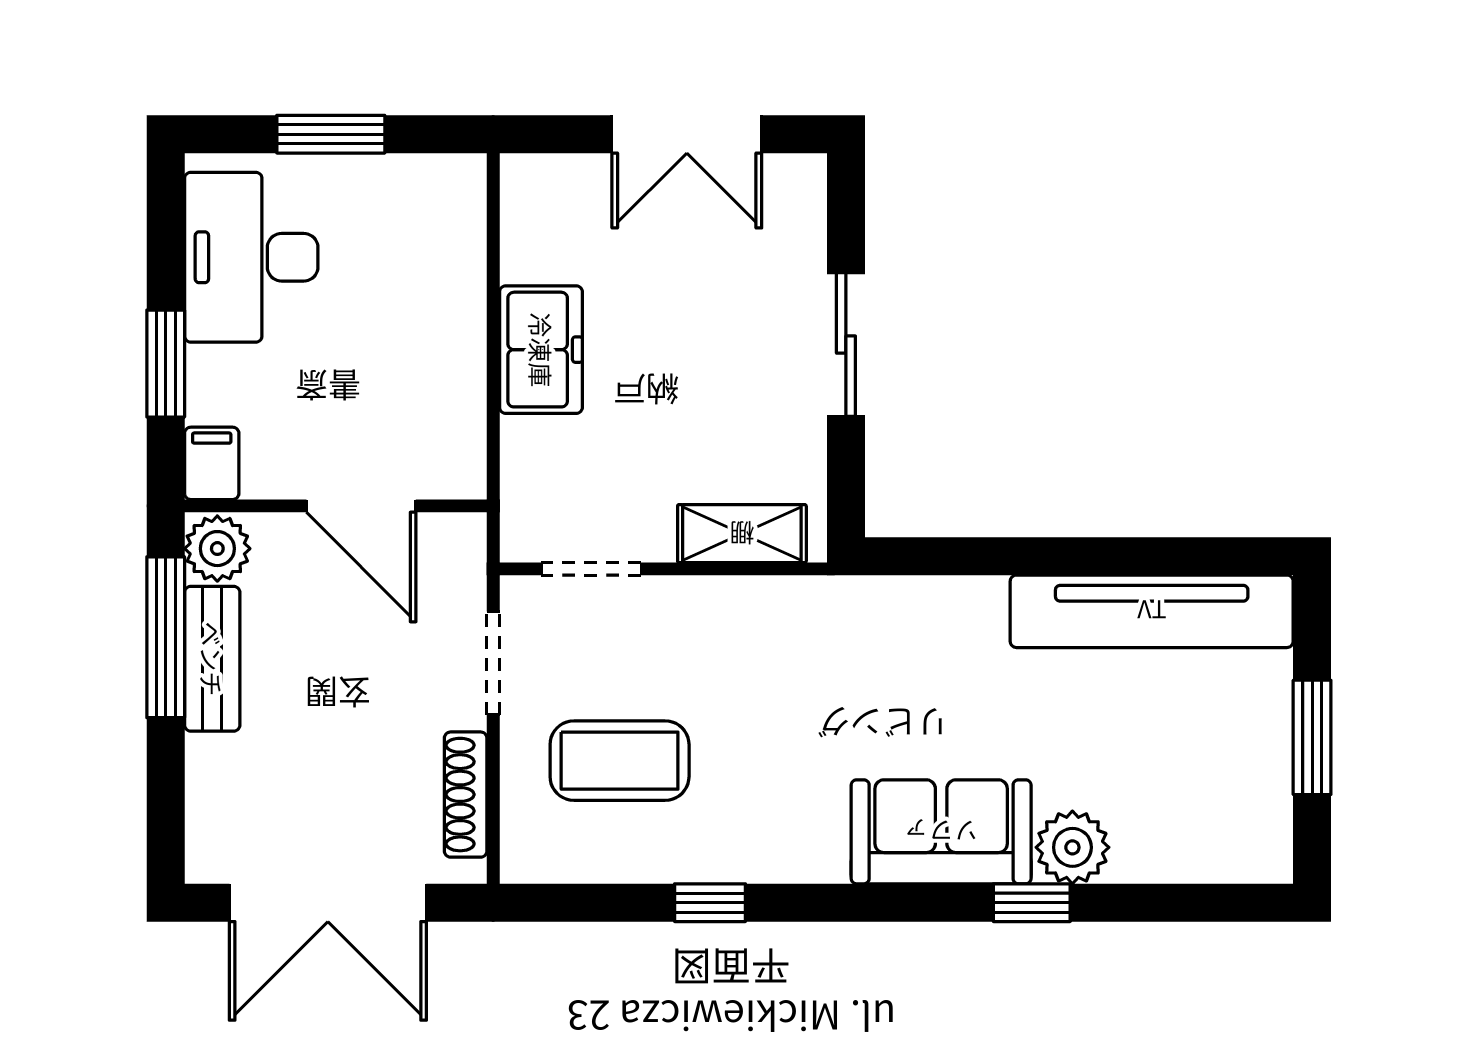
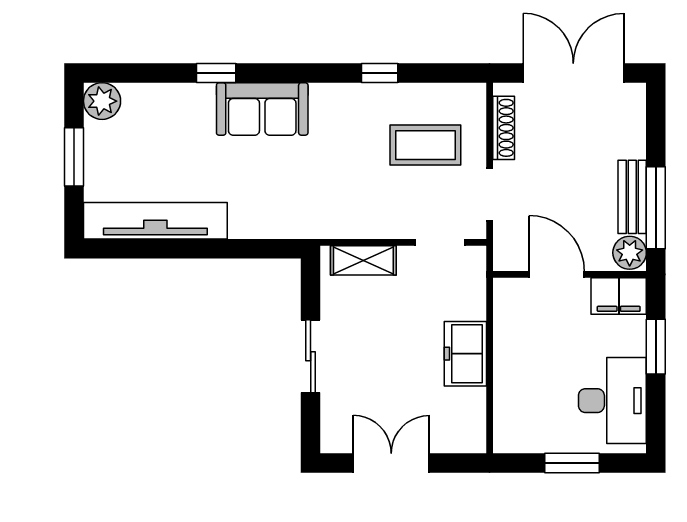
filing cabinet: (212, 463) -> (619, 296), width x2.00
plant: (1072, 847) -> (102, 101), moved

